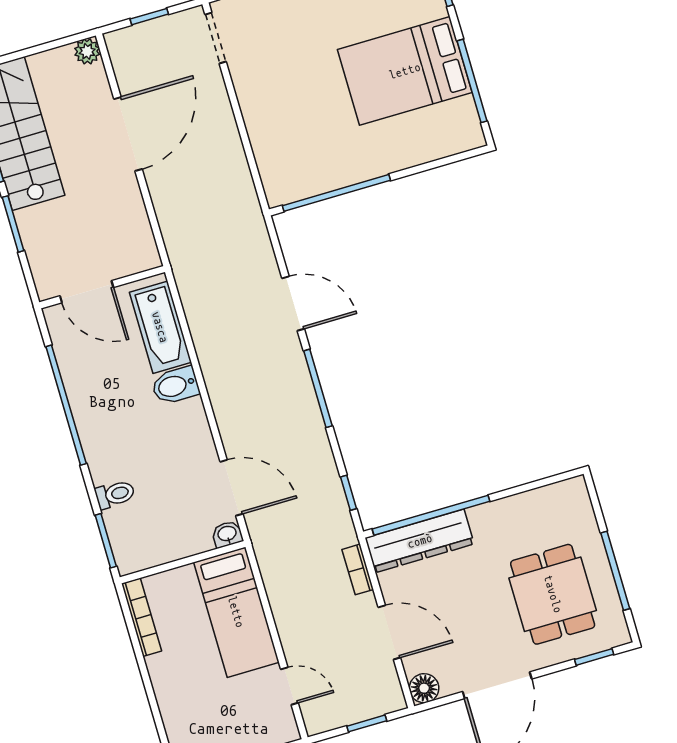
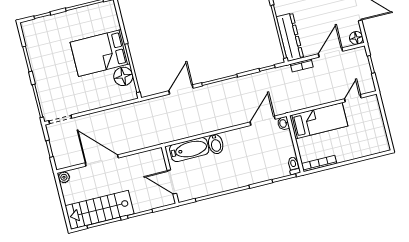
bed: (405, 71) -> (100, 53), moved, turned 90
floor lamp: (317, 174) -> (123, 76), added
door: (87, 292) -> (172, 182), swing flipped
toilet: (115, 494) -> (294, 166), moved

